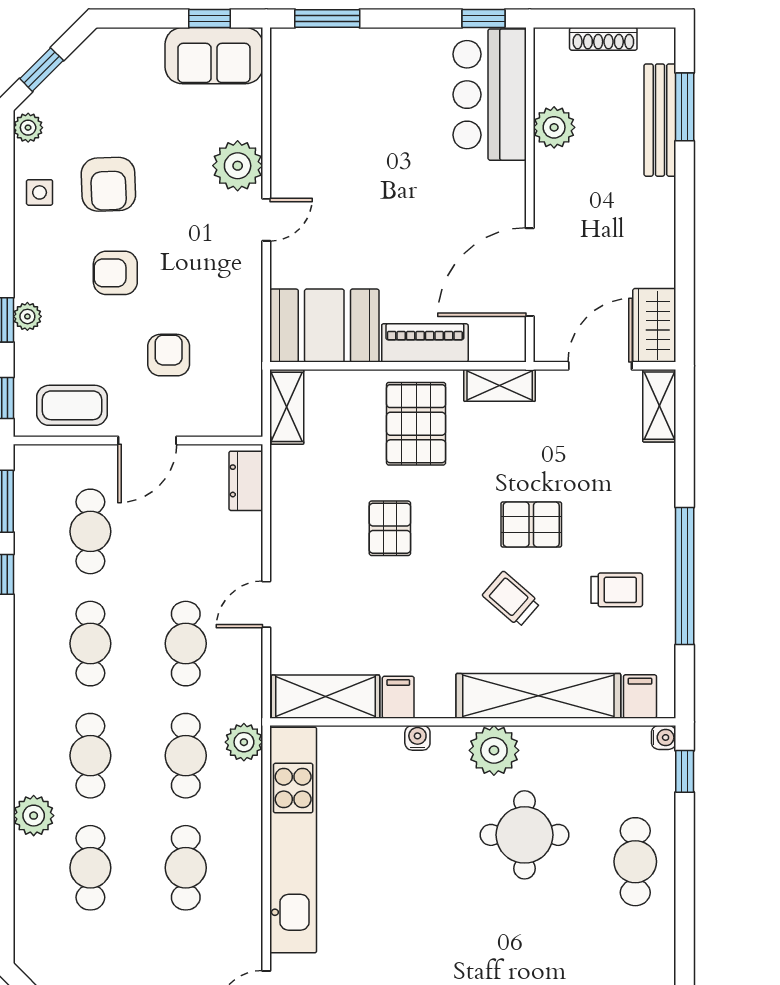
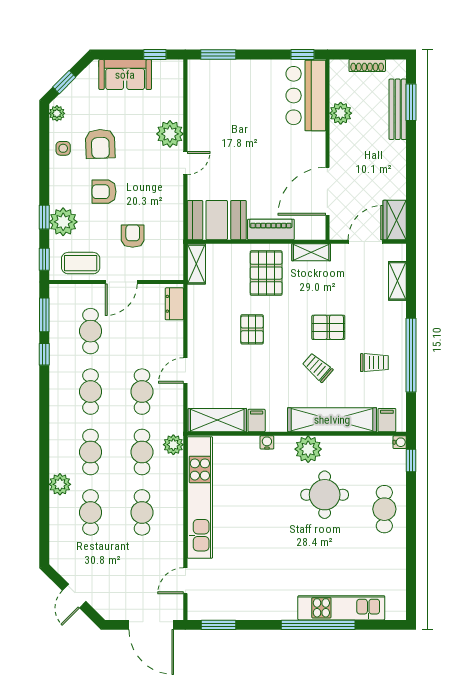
sofa: (214, 56) -> (125, 75), moved
plant: (27, 316) -> (63, 222), width x1.88, depth x1.88
shelving: (659, 406) -> (397, 281), moved

